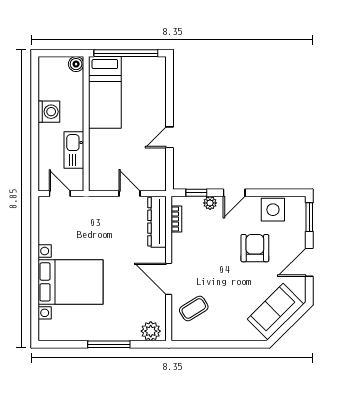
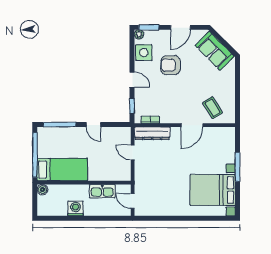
window: (169, 89) -> (60, 125), added
door: (60, 194) -> (133, 201), hinge flipped
door: (130, 194) -> (133, 152), hinge flipped
plant: (210, 203) -> (139, 34), moved
door: (309, 262) -> (180, 27), hinge flipped
bed with nightstands: (71, 282) -> (213, 190), moved, turned -90
plant: (151, 331) -> (228, 138), removed

